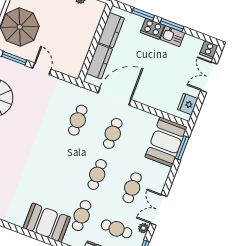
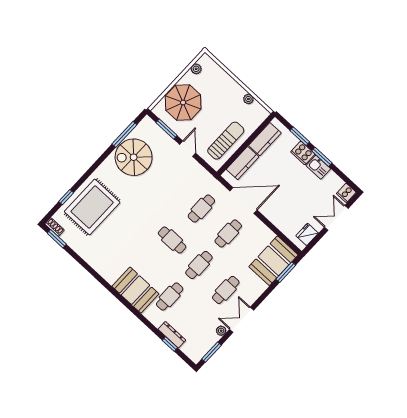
sun lounger: (75, 47) -> (226, 141), added
cafe table: (117, 229) -> (172, 240), moved

